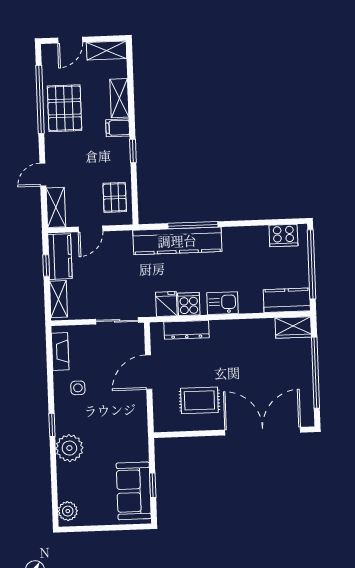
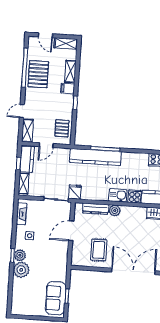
door: (70, 40) -> (45, 35), hinge flipped
fridge: (166, 304) -> (75, 192), moved
cooker: (189, 304) -> (135, 196), moved
plant: (220, 330) -> (115, 211), added
rug: (199, 400) -> (99, 250), turned 90
plant: (68, 511) -> (20, 255), moved

